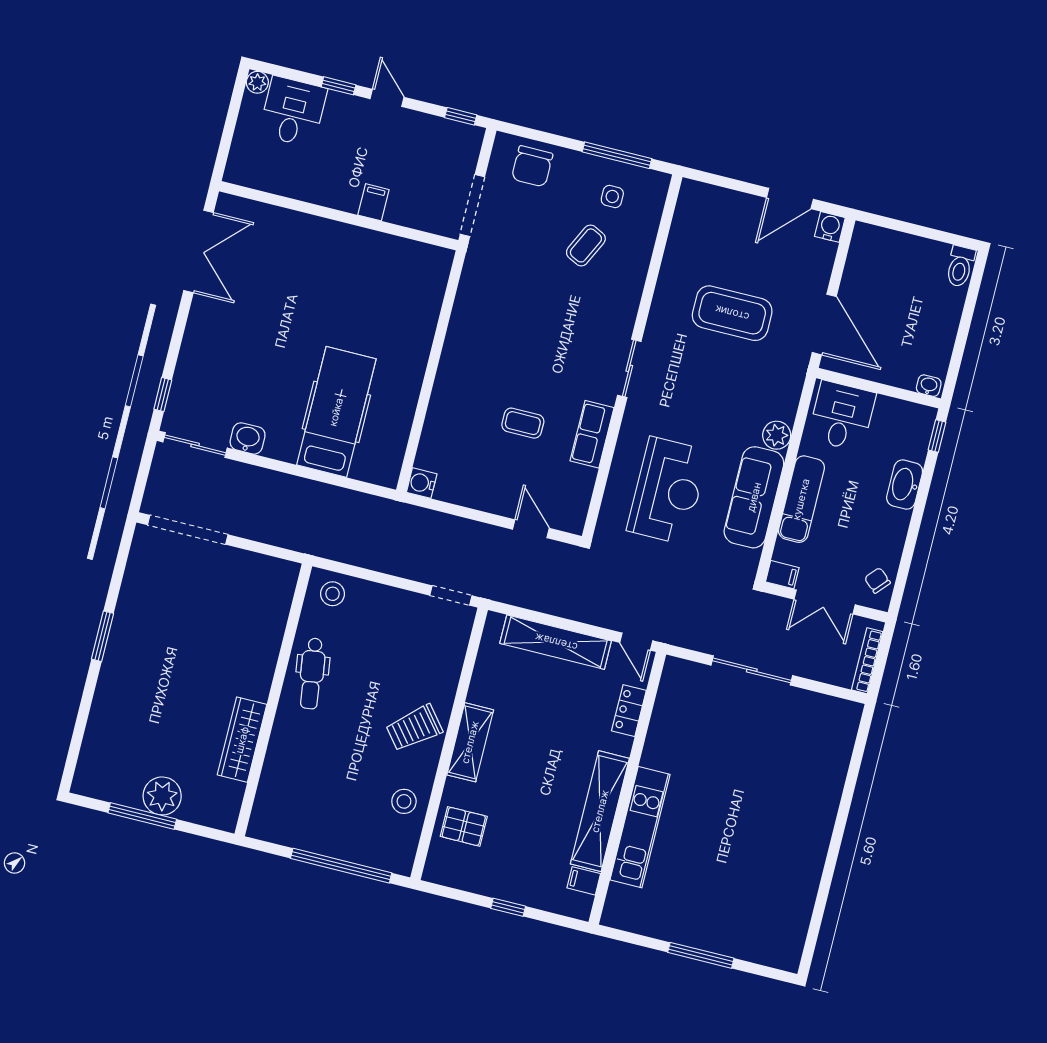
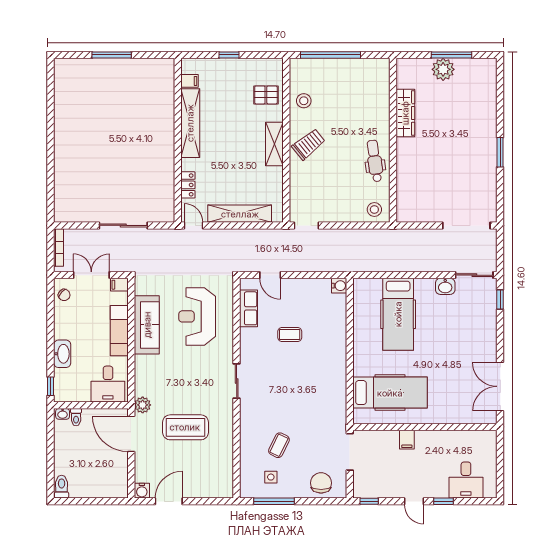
plant: (257, 82) -> (490, 492), removed
hospital bed: (382, 287) -> (390, 393), added
toilet: (908, 375) -> (76, 417), added
row of seats: (592, 434) -> (248, 308), moved
plant: (777, 435) -> (143, 405), moved
kitchen unit: (640, 827) -> (165, 120), removed

